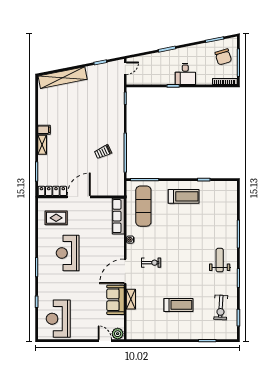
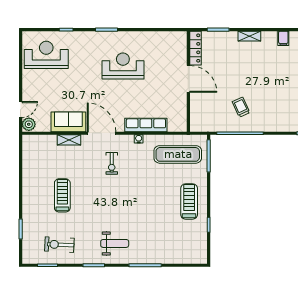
filing cabinet: (44, 130) -> (283, 38), moved
treadmill: (184, 196) -> (189, 201), turned 180
row of seats: (118, 216) -> (146, 125), moved
rug: (56, 218) -> (164, 52), removed
treadmill: (179, 305) -> (62, 195), turned 180

